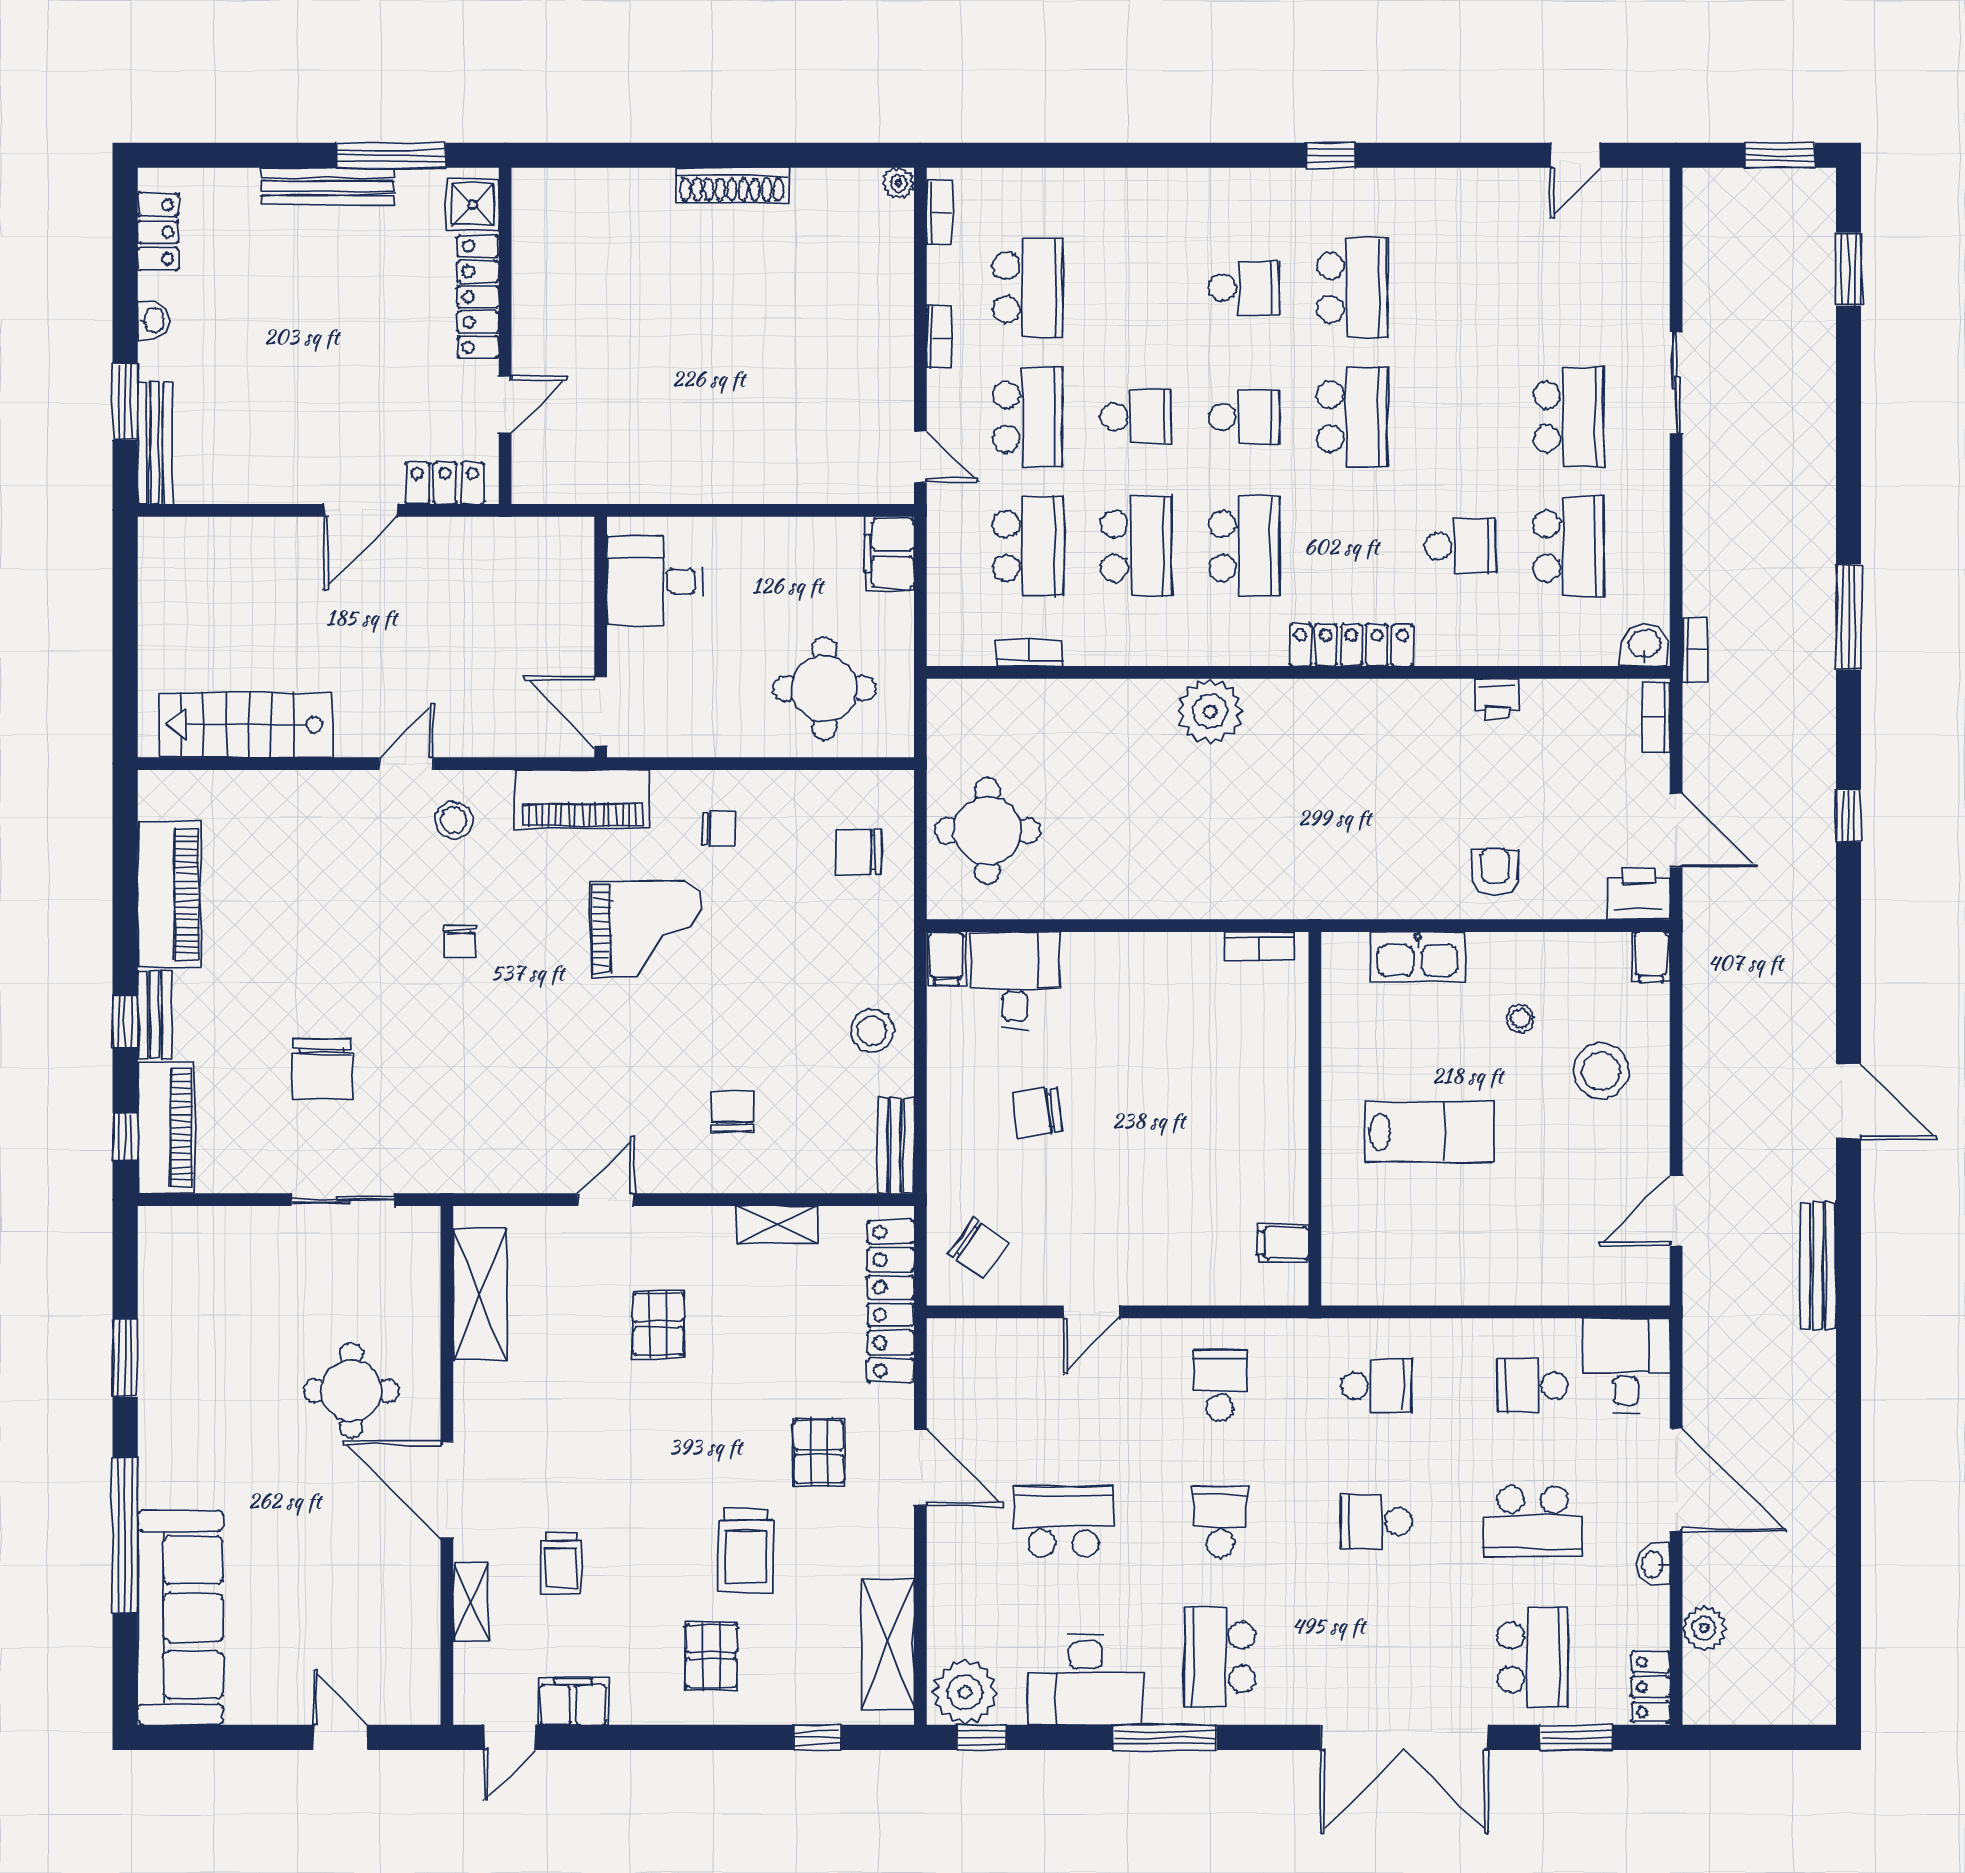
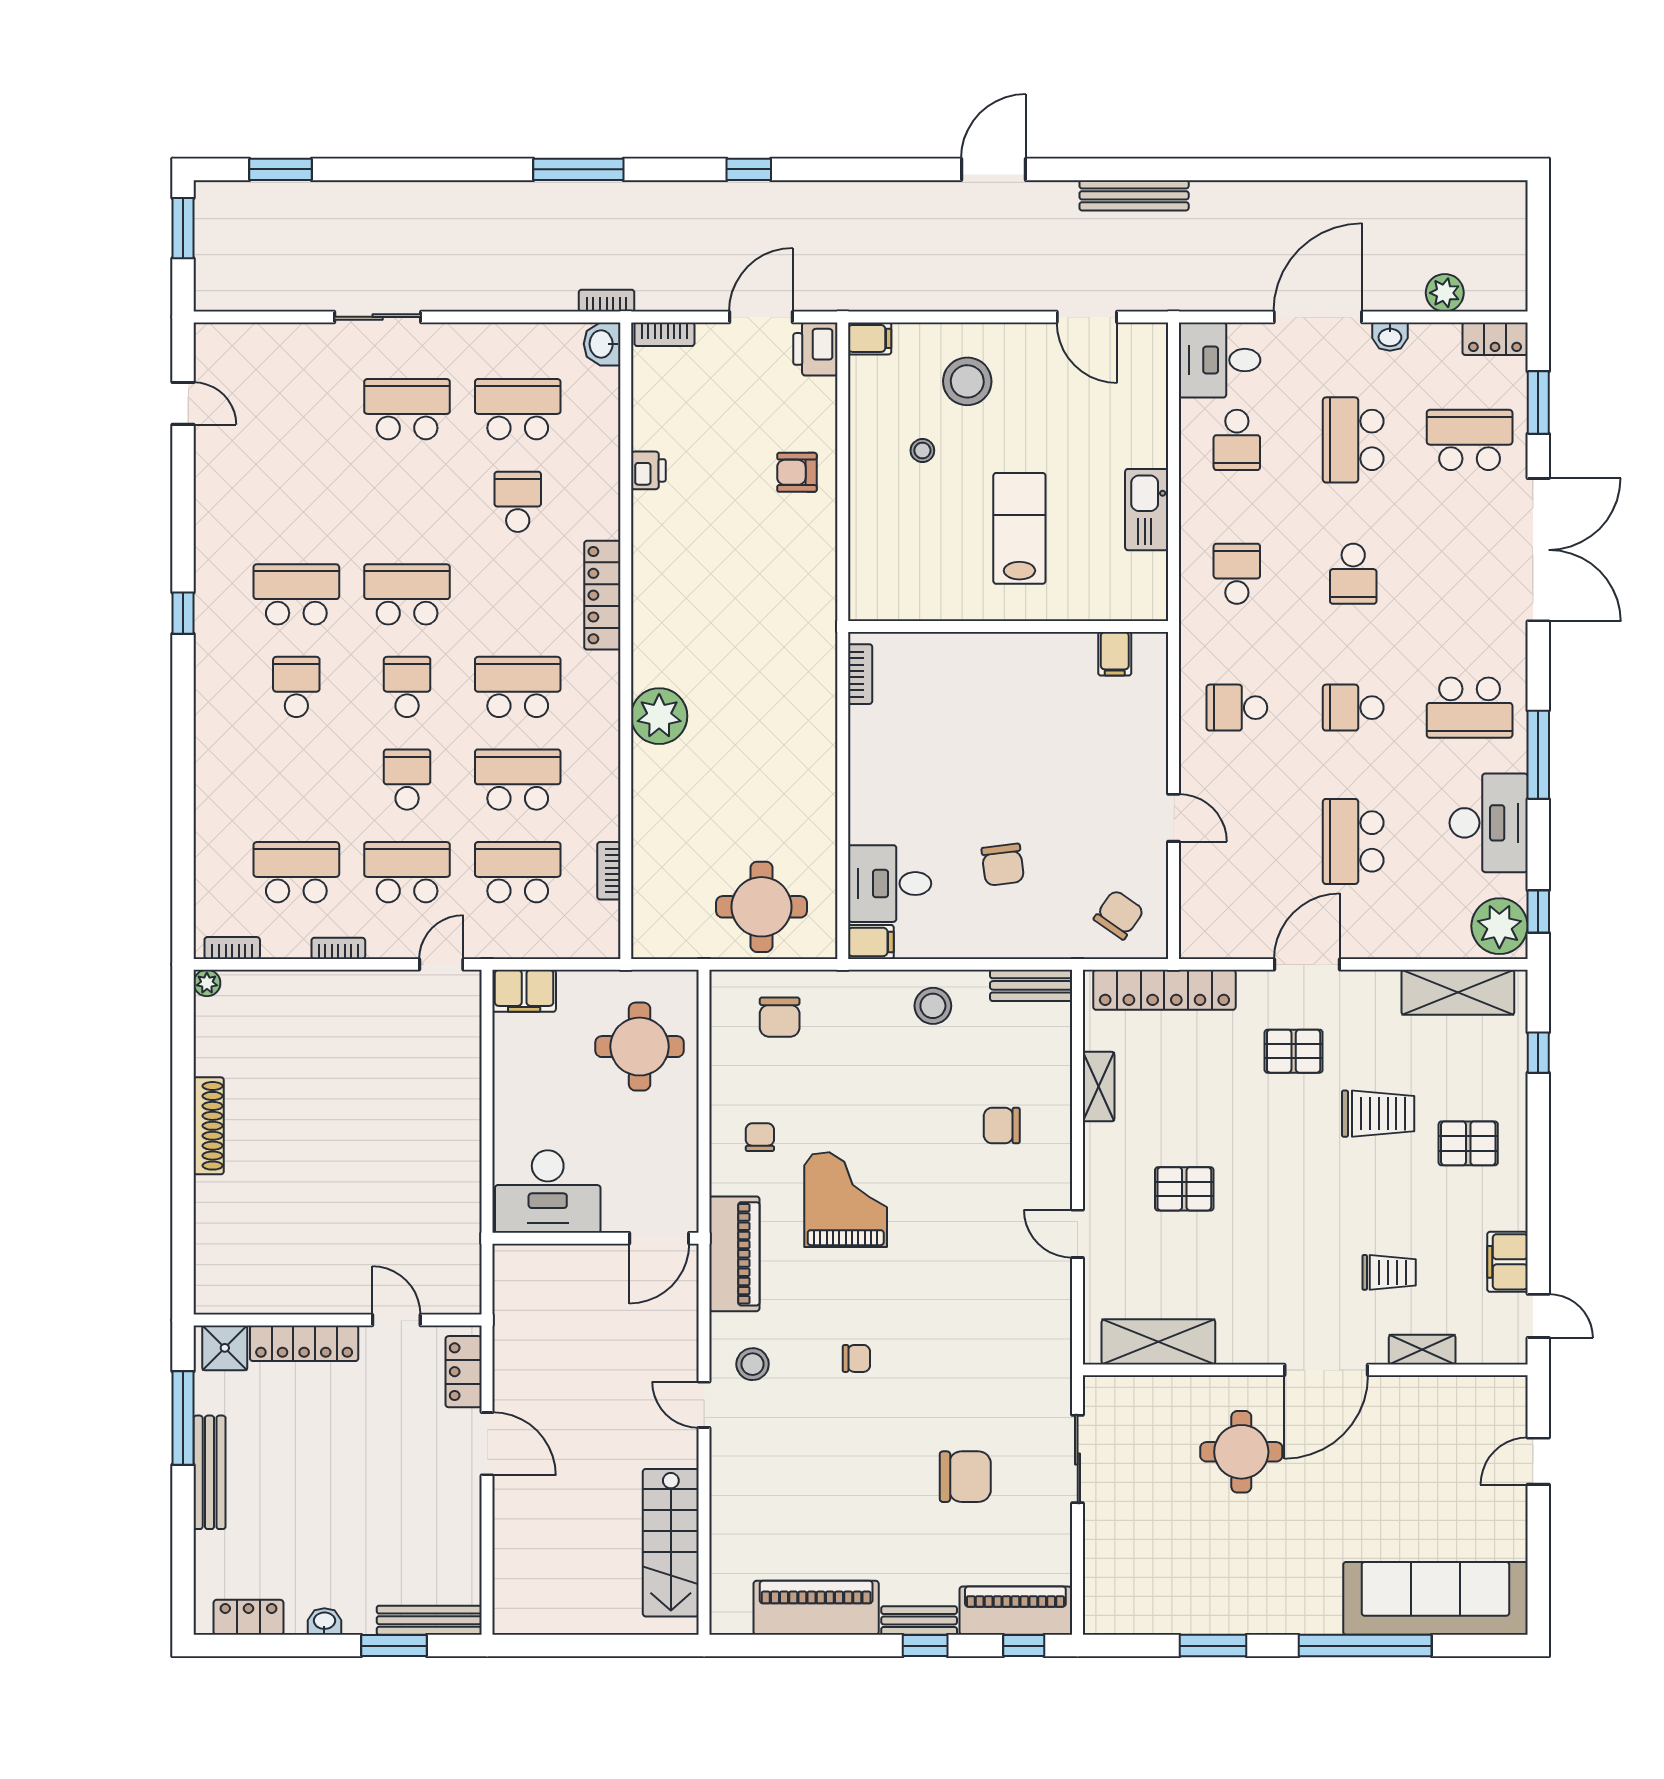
desk: (655, 581) -> (548, 1192), width x1.37
kitchen sink: (1418, 957) -> (1147, 510), moved, turned 180
school desk: (1533, 1521) -> (1353, 440), turned 180

